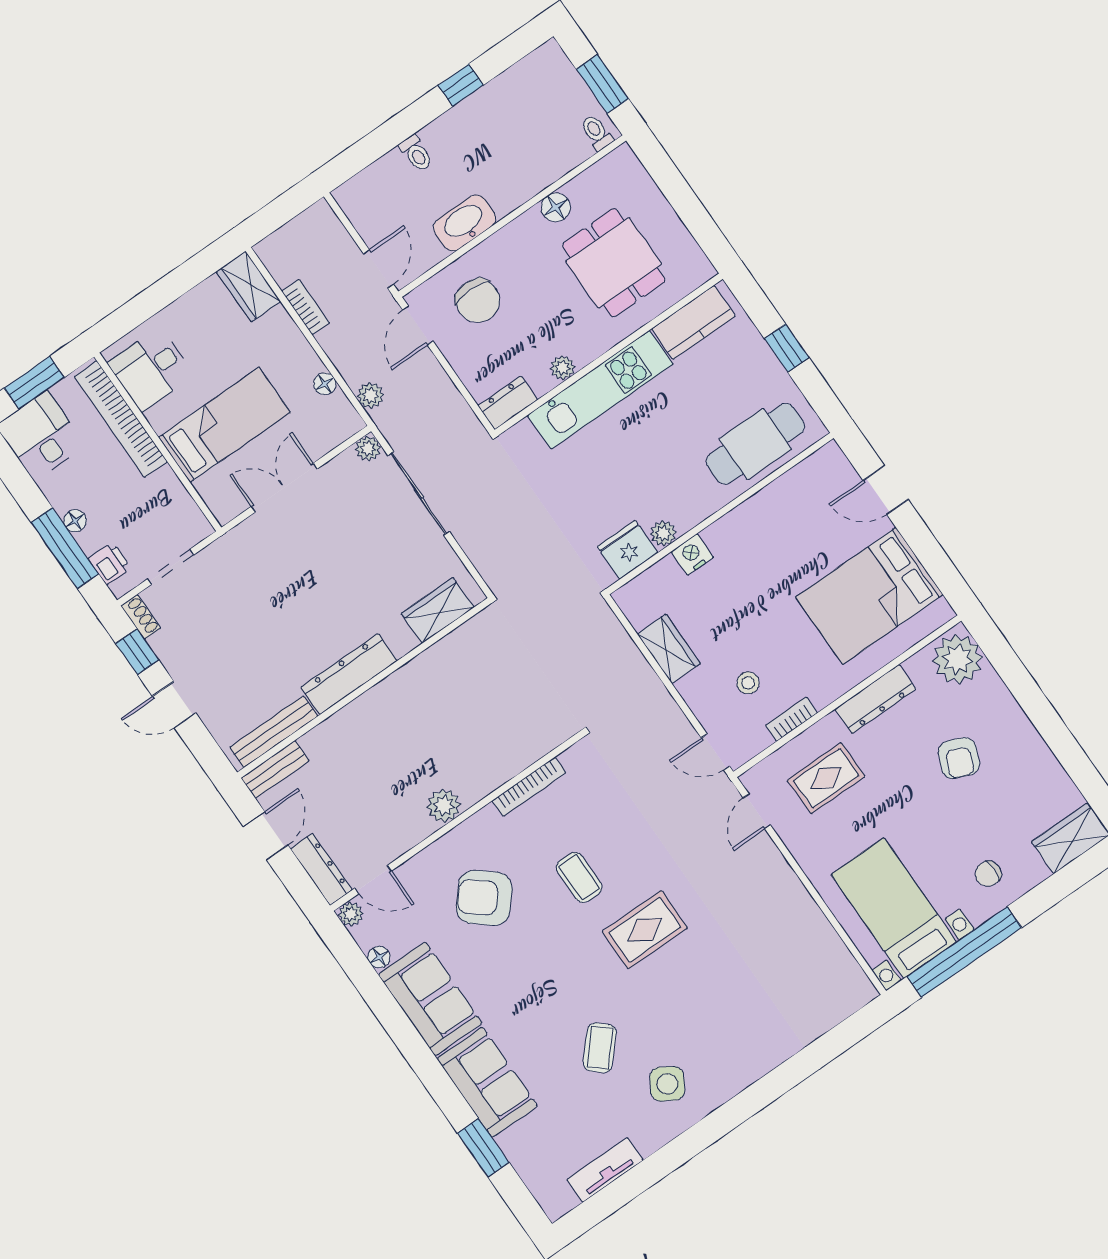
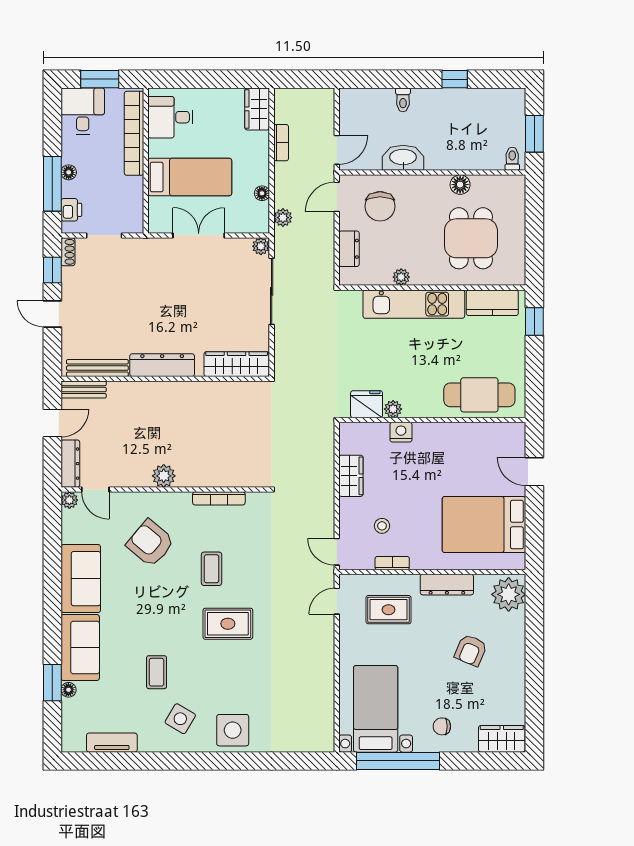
window: (787, 348) -> (534, 321), moved
dresser: (508, 403) -> (349, 249), moved, turned 90
wardrobe: (438, 610) -> (237, 364), width x1.50
floor lamp: (379, 957) -> (68, 690), moved
coffee table: (600, 1048) -> (157, 672), turned -42
side table: (740, 1054) -> (233, 730), added

